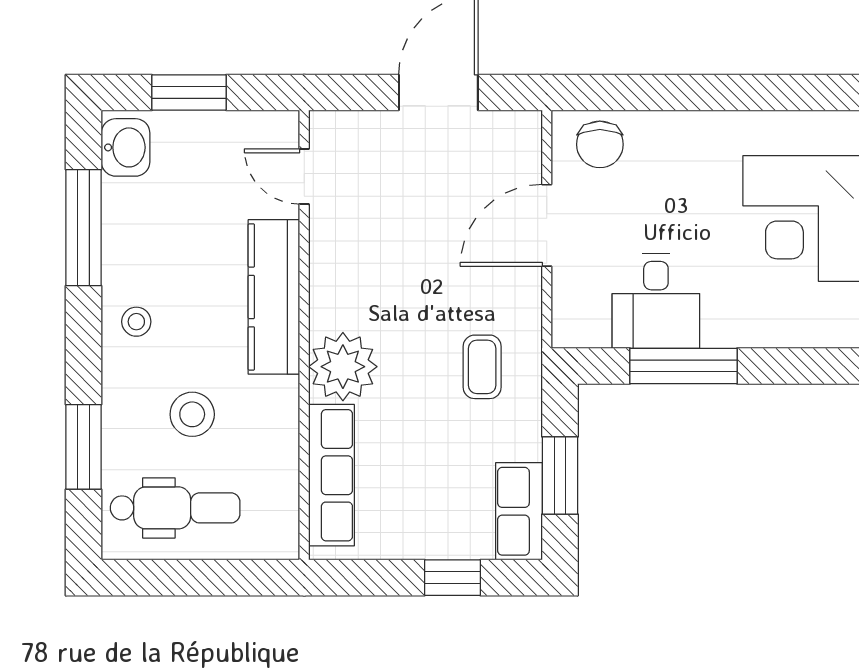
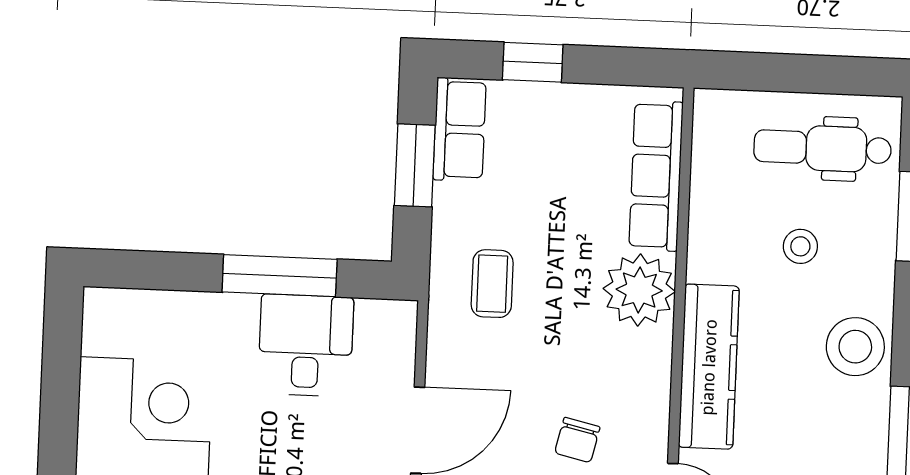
chair: (395, 222) -> (577, 440), added
stool: (136, 322) -> (855, 347), width x1.89, depth x1.89
stool: (192, 414) -> (800, 246), width x0.73, depth x0.73

